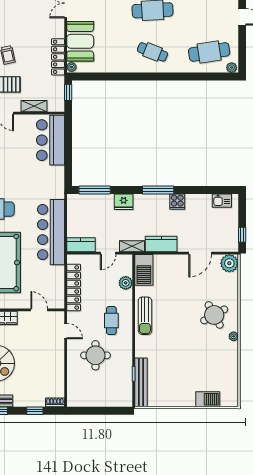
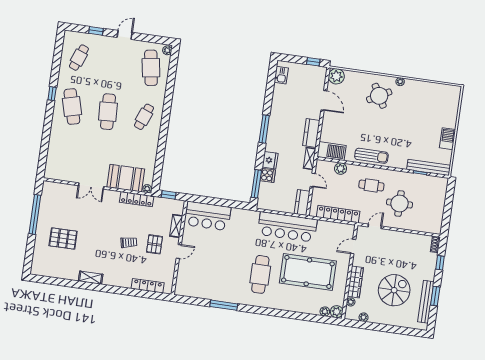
cooker: (177, 202) -> (268, 175), moved
barbecue: (208, 399) -> (448, 139), moved

